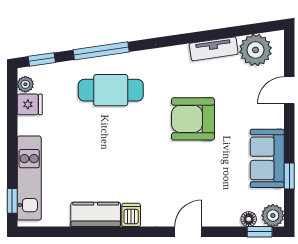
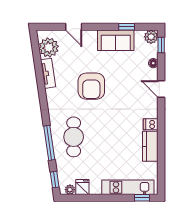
floor lamp: (249, 219) -> (153, 63), moved

